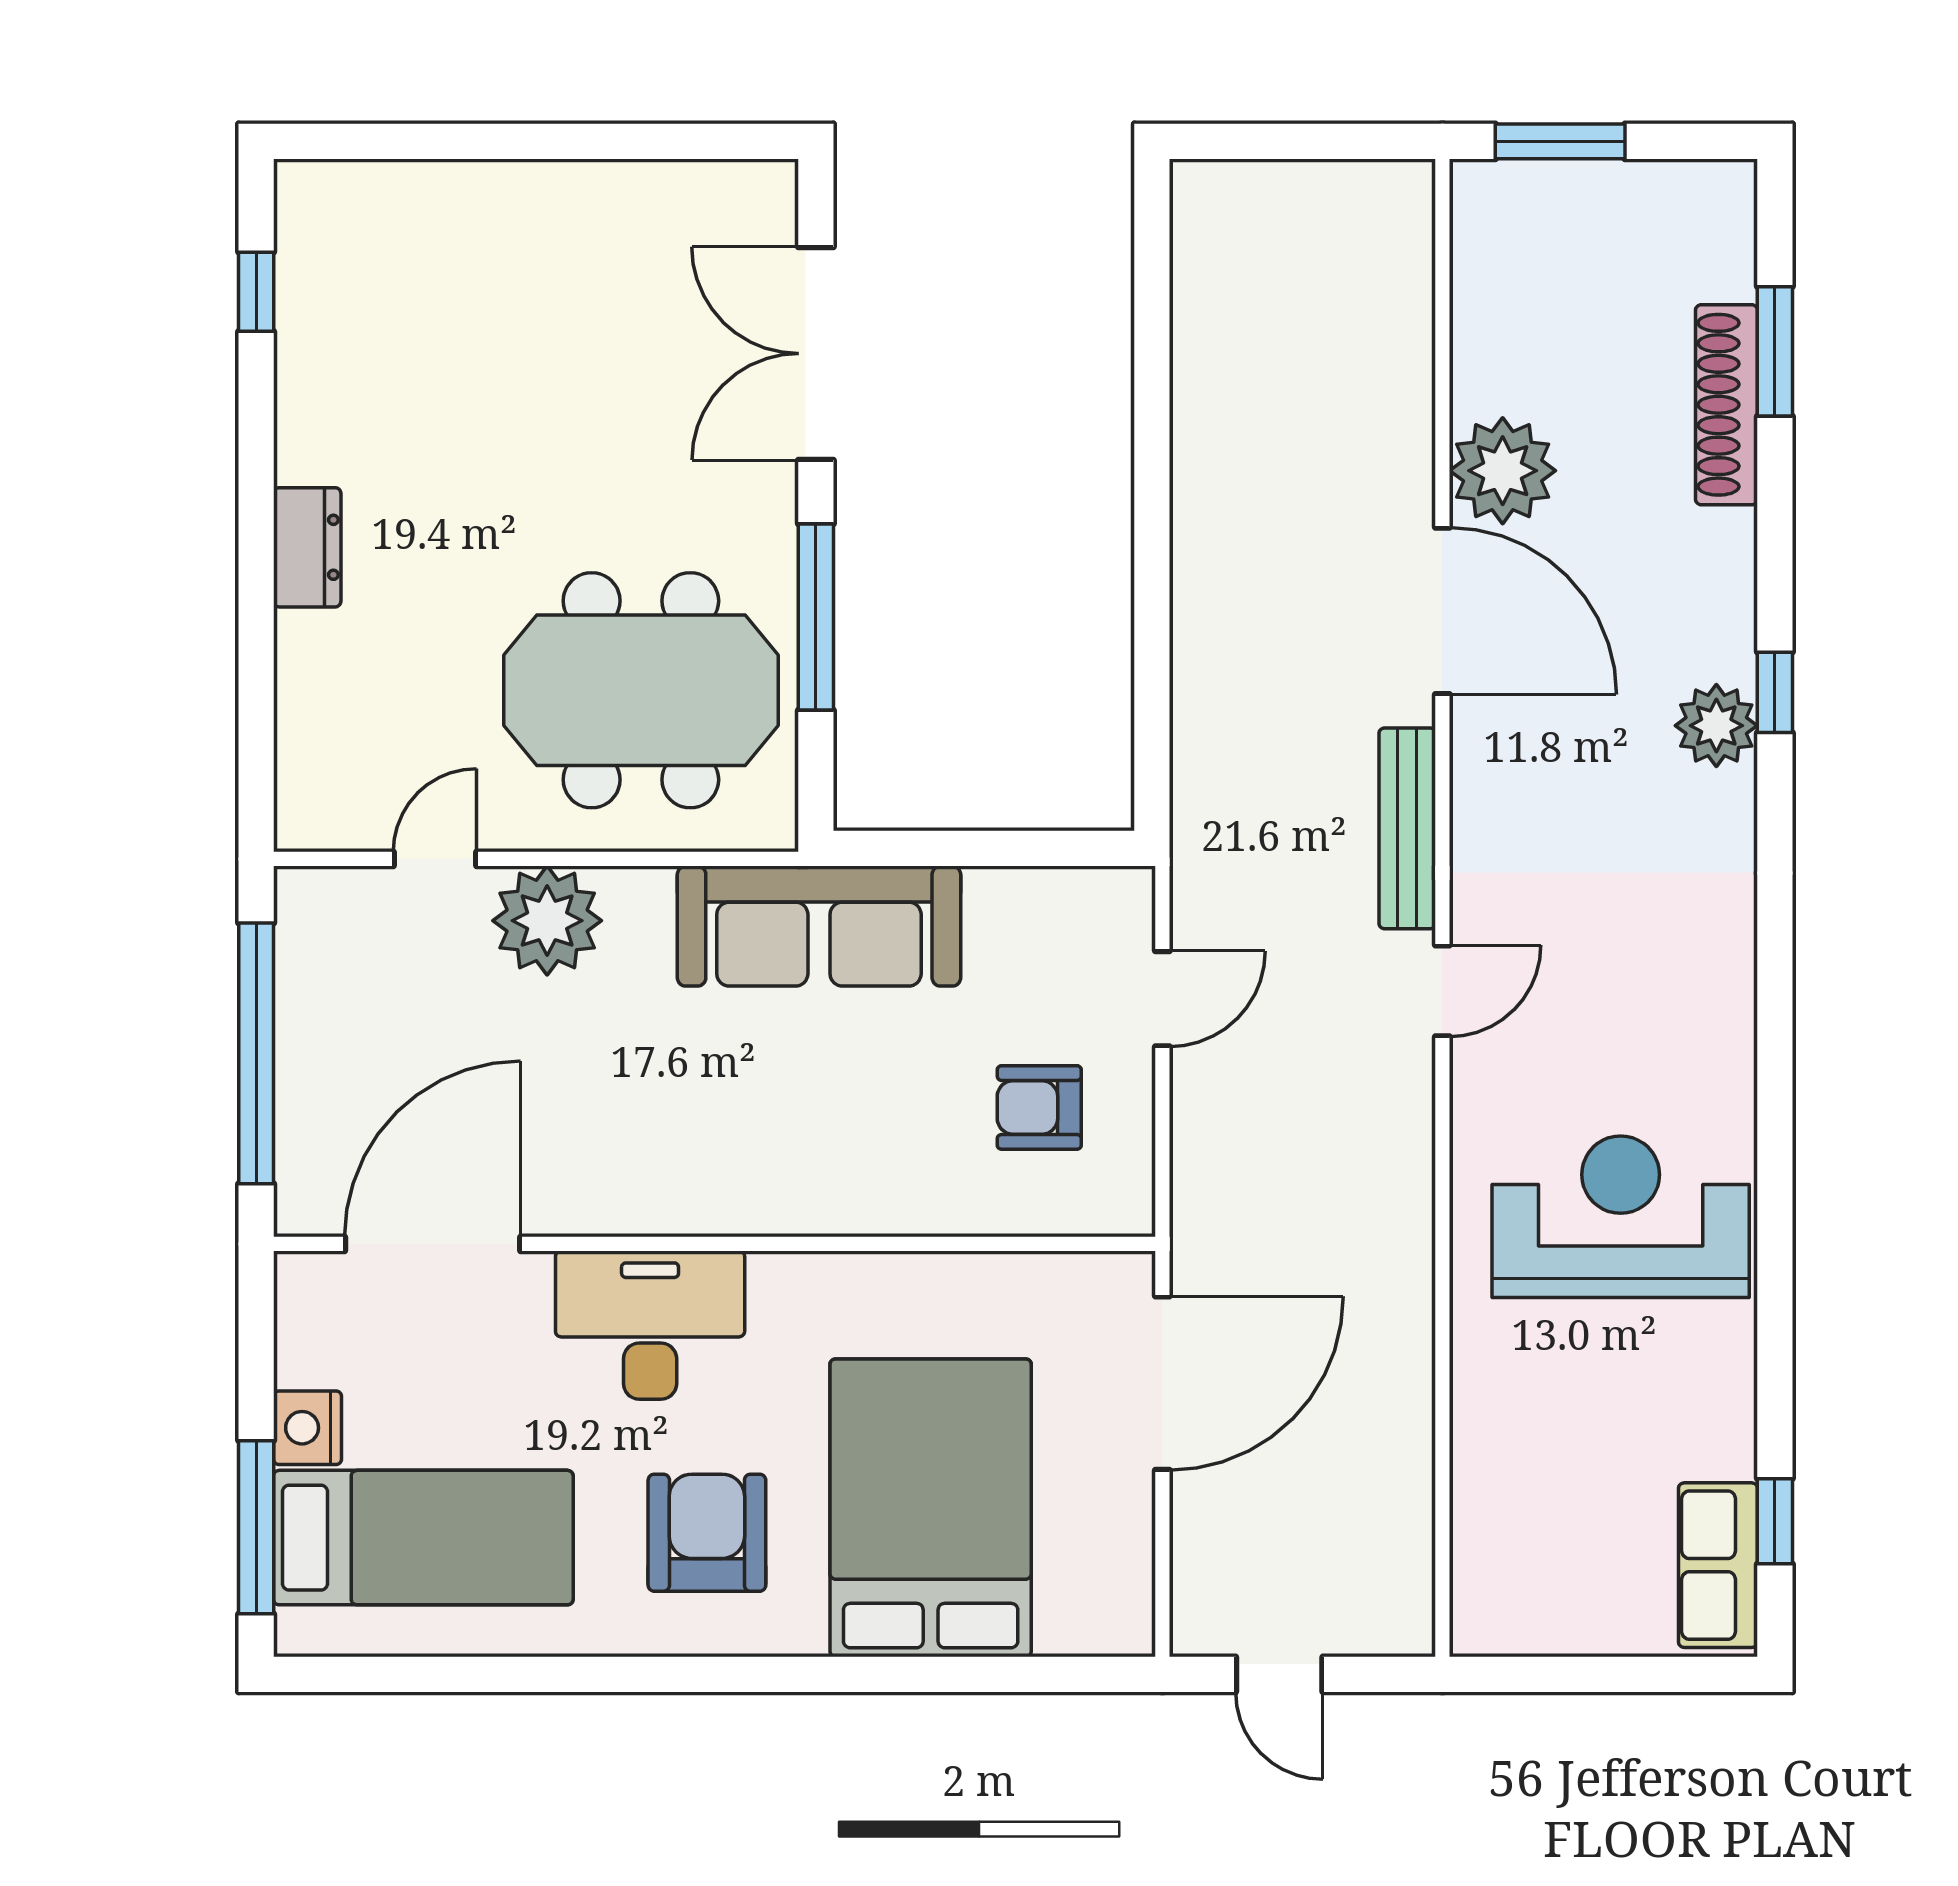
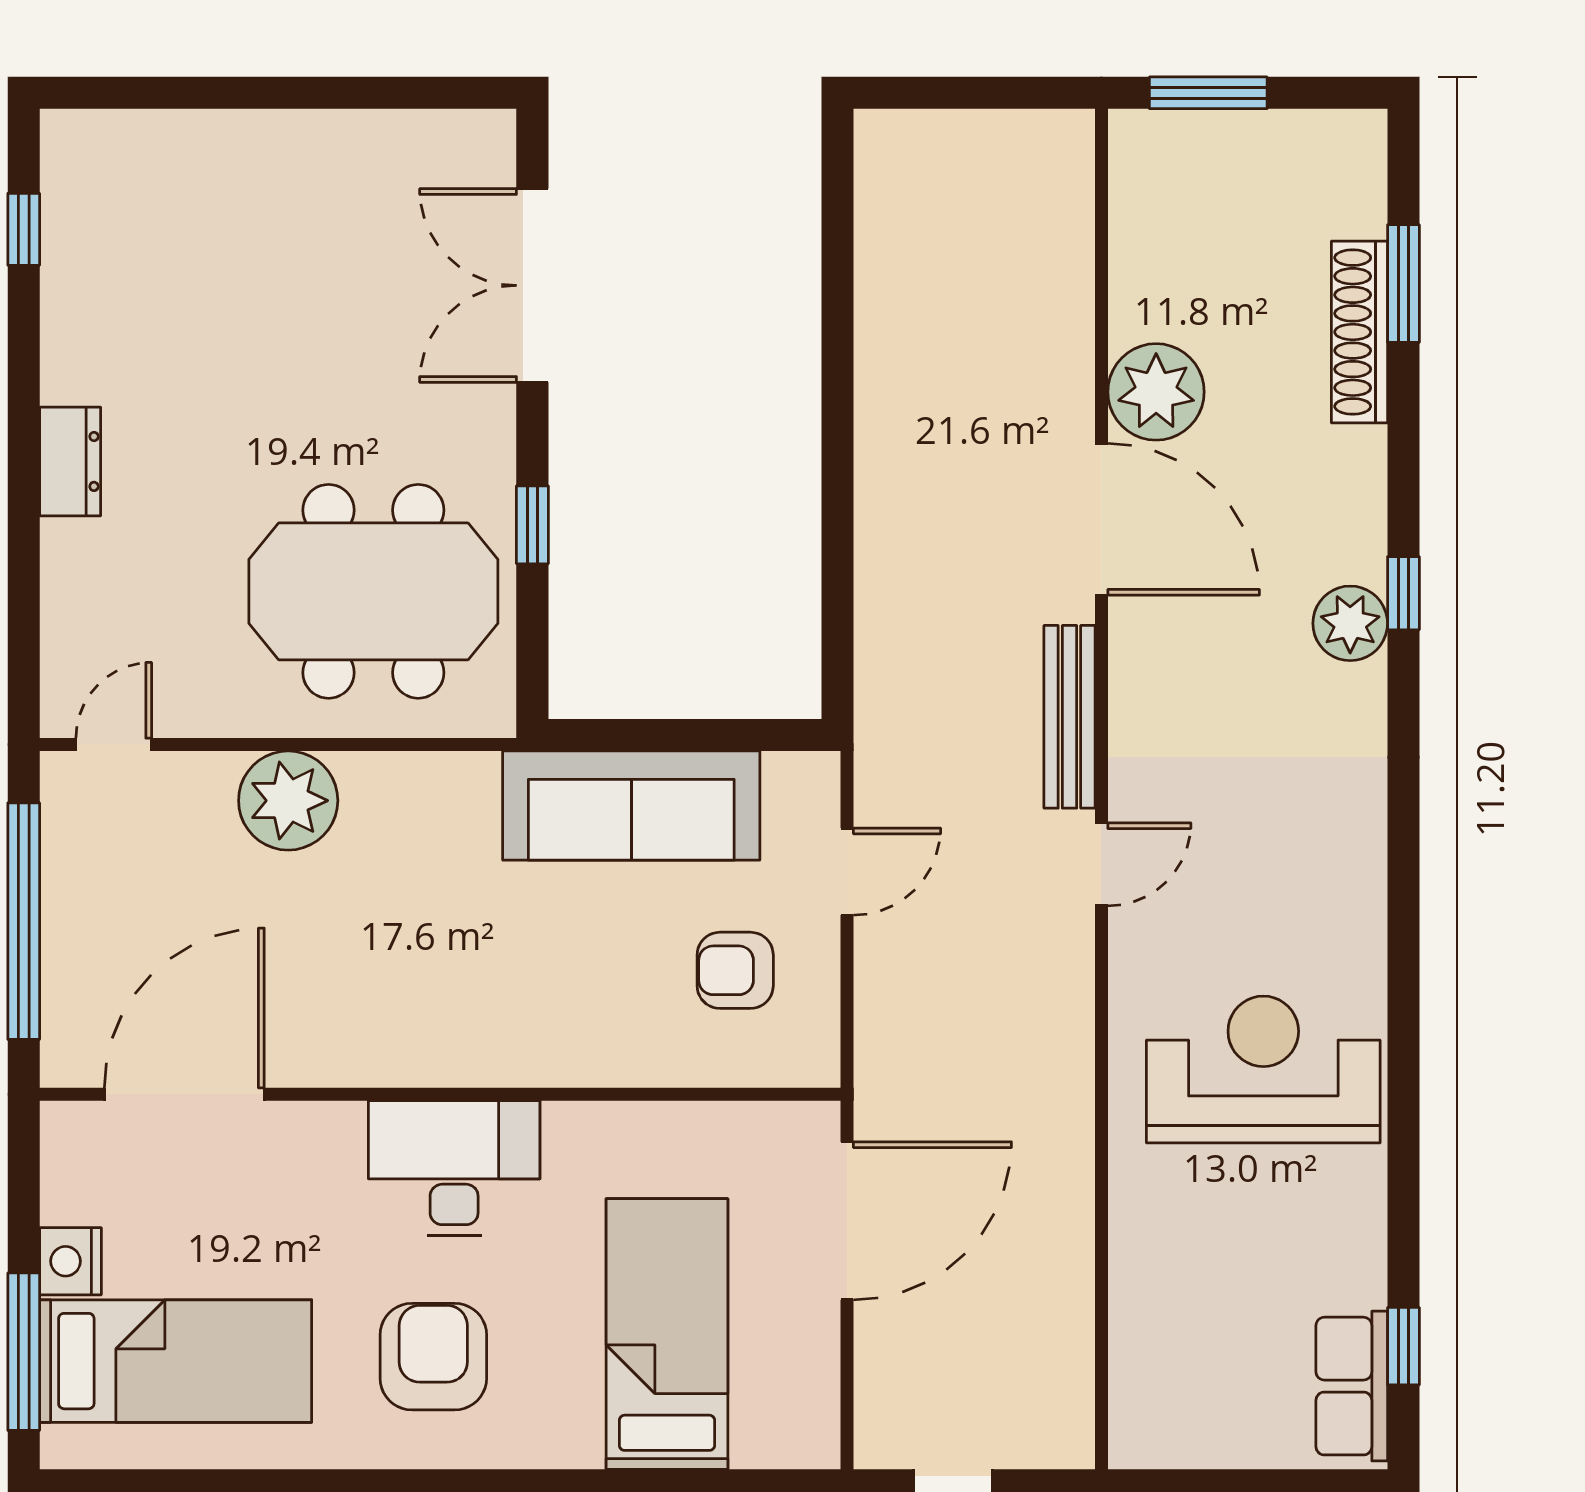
window: (816, 617) -> (532, 525), width x0.46
door: (435, 859) -> (114, 745), moved
sofa: (819, 926) -> (631, 806), moved
desk: (650, 1325) -> (454, 1168), moved
bed: (931, 1508) -> (667, 1334), width x0.67

